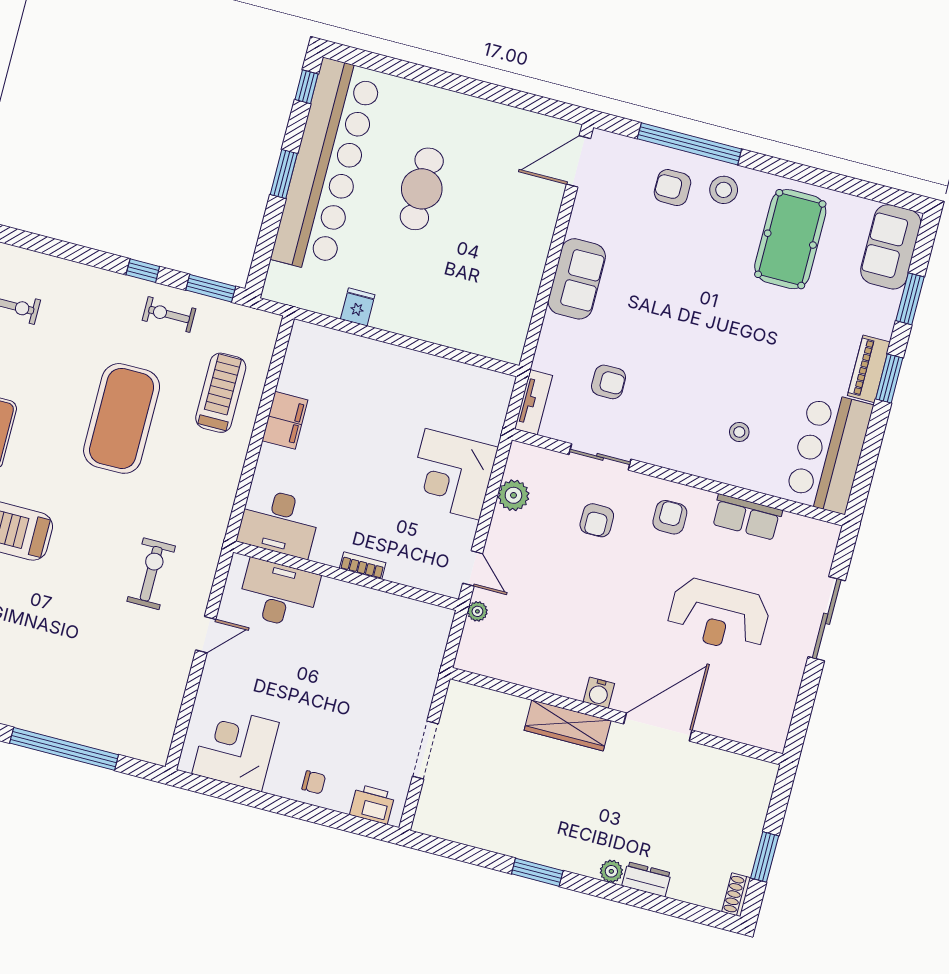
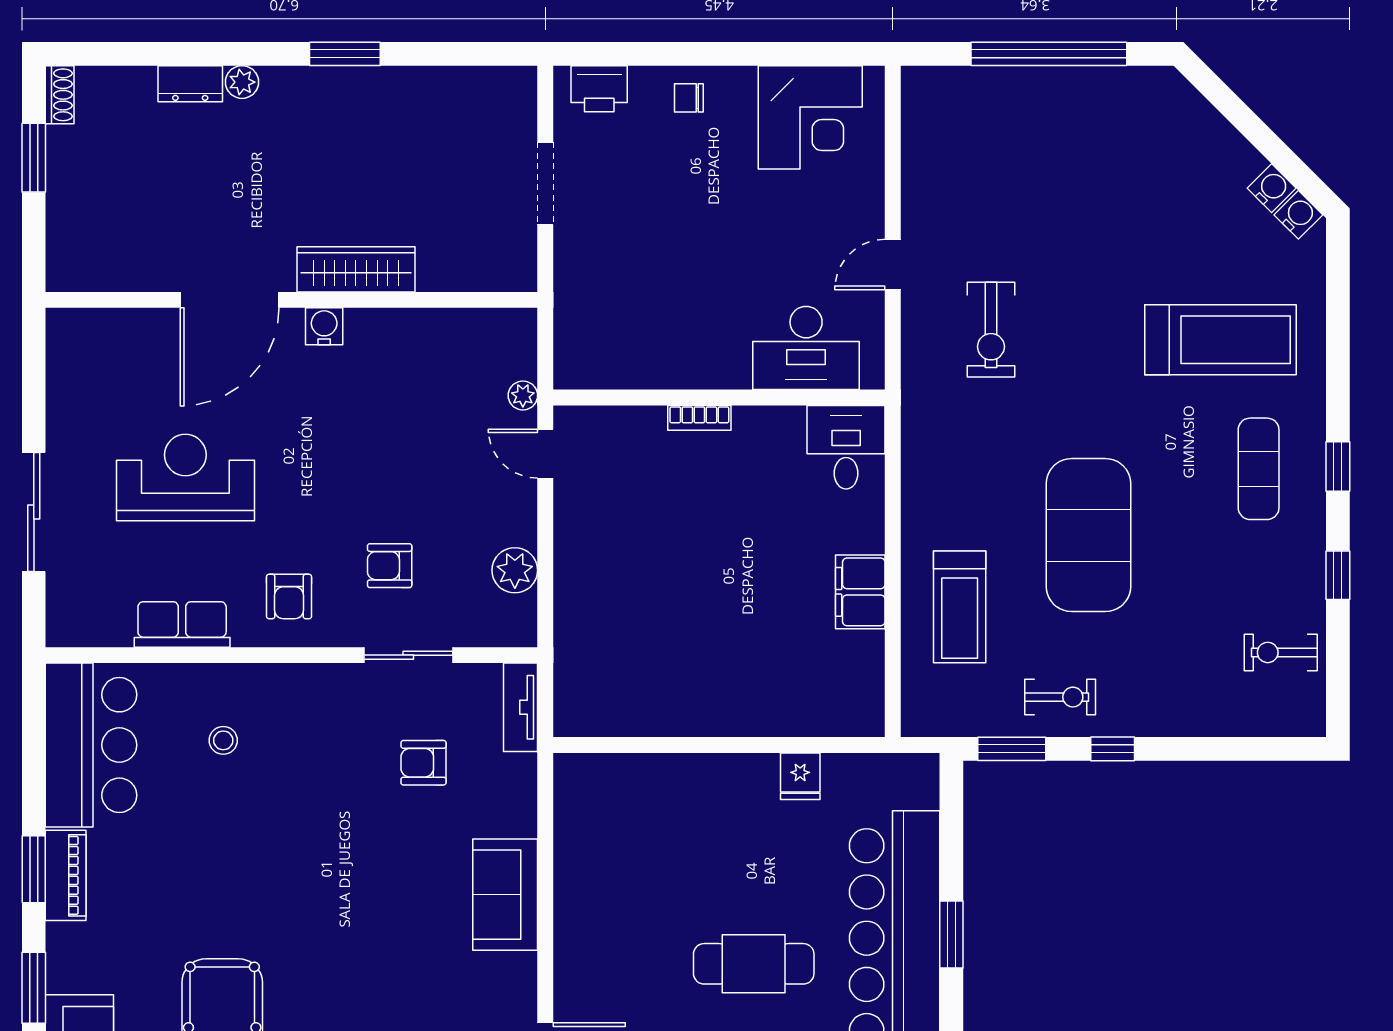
cafe table: (422, 189) -> (754, 964), turned 90
corner desk: (452, 474) -> (608, 577), removed
armchair: (597, 520) -> (390, 566), turned -90
desk: (279, 523) -> (846, 447), width x0.73

